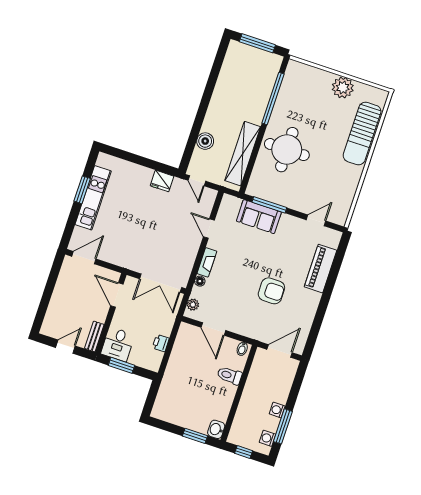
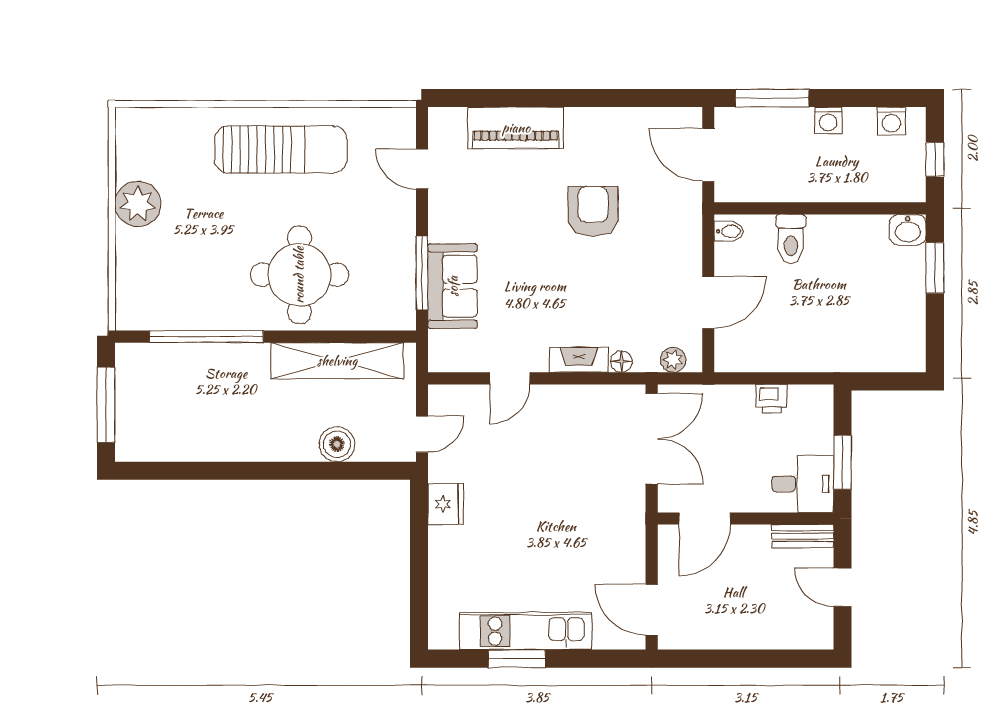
sun lounger: (362, 134) -> (281, 149), moved
window: (283, 426) -> (772, 98), moved

